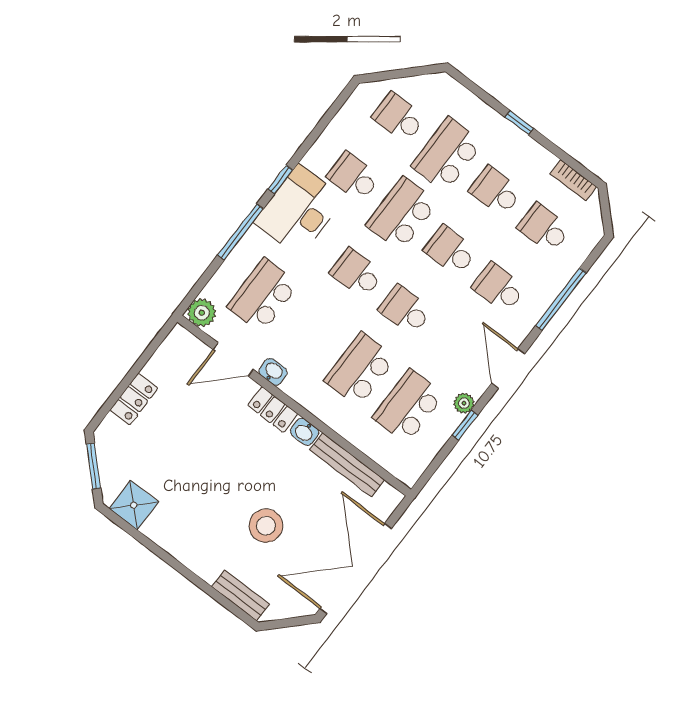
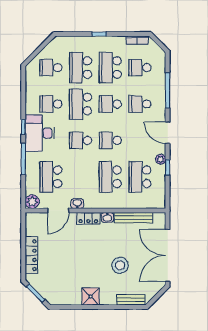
school desk: (496, 191) -> (110, 68), width x1.85
locker: (134, 399) -> (31, 255), width x1.53
shower: (134, 505) -> (91, 296), moved

